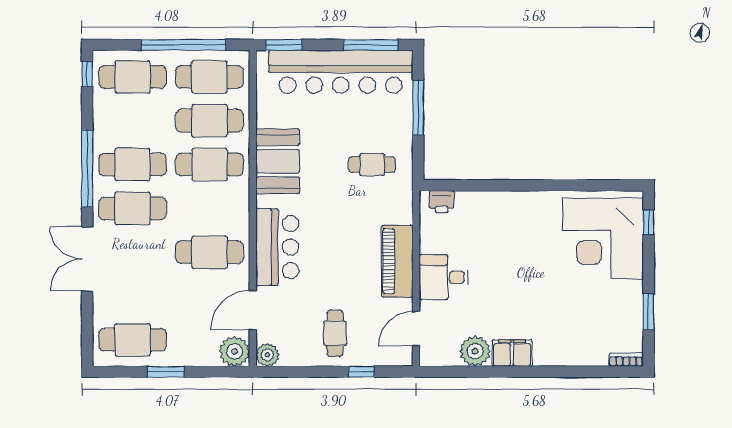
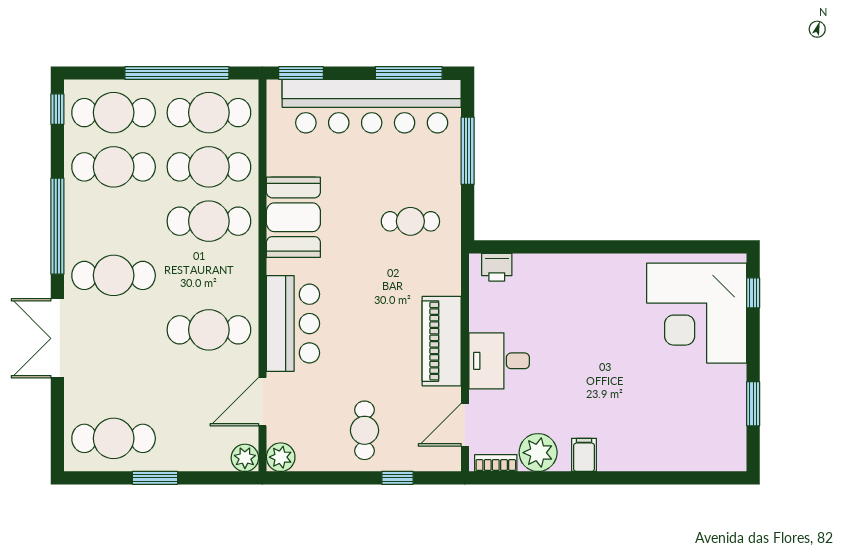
cafe table: (133, 165) -> (114, 167), moved
plant: (234, 351) -> (245, 458), width x0.73, depth x0.73
filing cabinet: (512, 353) -> (584, 455), width x0.50
bookcase: (626, 360) -> (496, 463), moved

